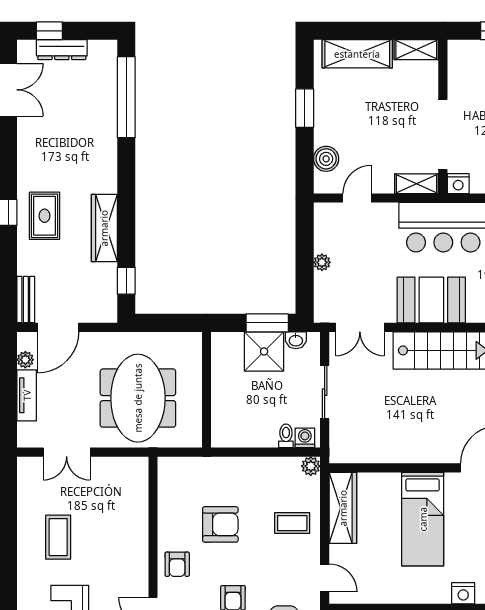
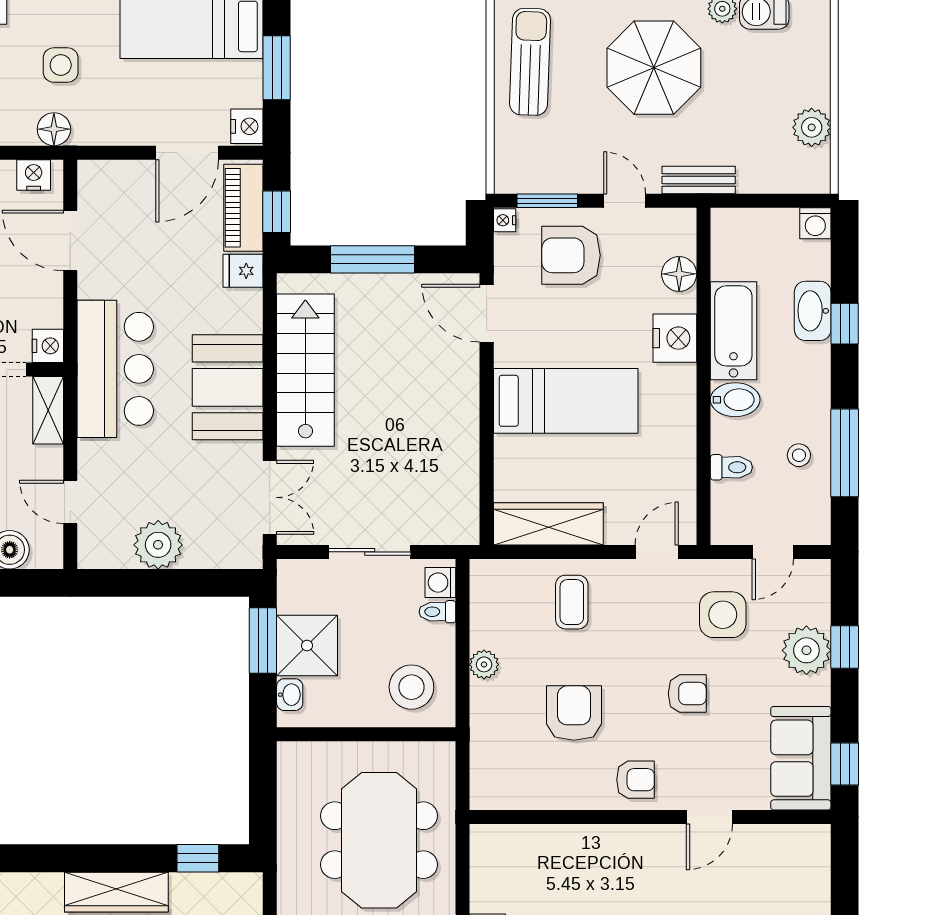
plant: (322, 262) -> (158, 545), width x1.88, depth x1.88
washbasin: (296, 340) -> (290, 695), moved
meeting table: (138, 398) -> (379, 840), turned 90
stool: (237, 419) -> (411, 687), added
plant: (311, 466) -> (484, 664), moved
nightstand: (463, 593) -> (675, 338), width x1.36, depth x1.33

